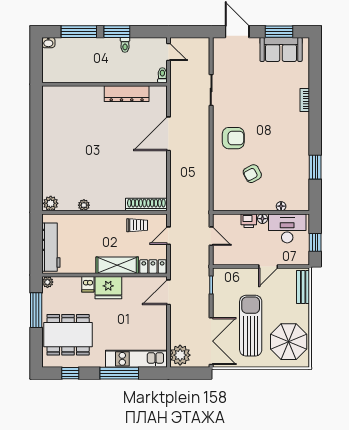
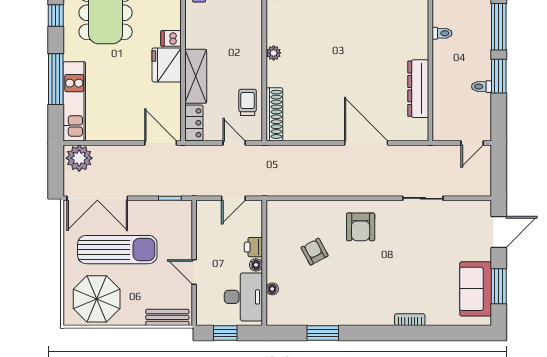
toilet: (162, 75) -> (442, 33), moved
plant: (84, 205) -> (274, 53), moved
trolley: (137, 225) -> (248, 102), turned 180

